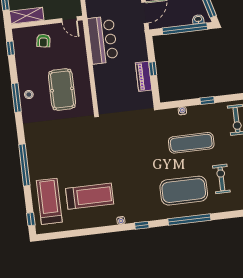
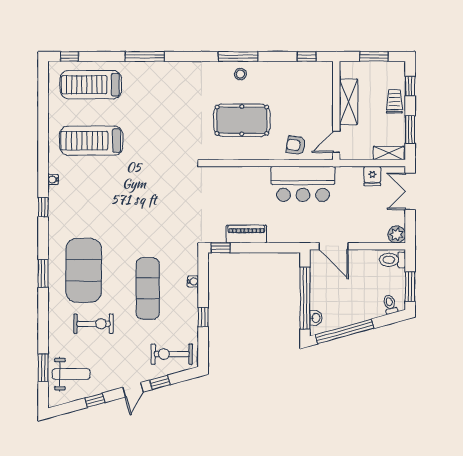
shelving: (27, 16) -> (349, 102), moved
armchair: (43, 41) -> (296, 145), moved
window: (153, 69) -> (220, 248), moved
window: (24, 165) -> (145, 56), width x0.68
treadmill: (90, 196) -> (91, 141), turned 90
treadmill: (49, 201) -> (91, 85), turned 180
window: (189, 220) -> (43, 273), width x0.47

